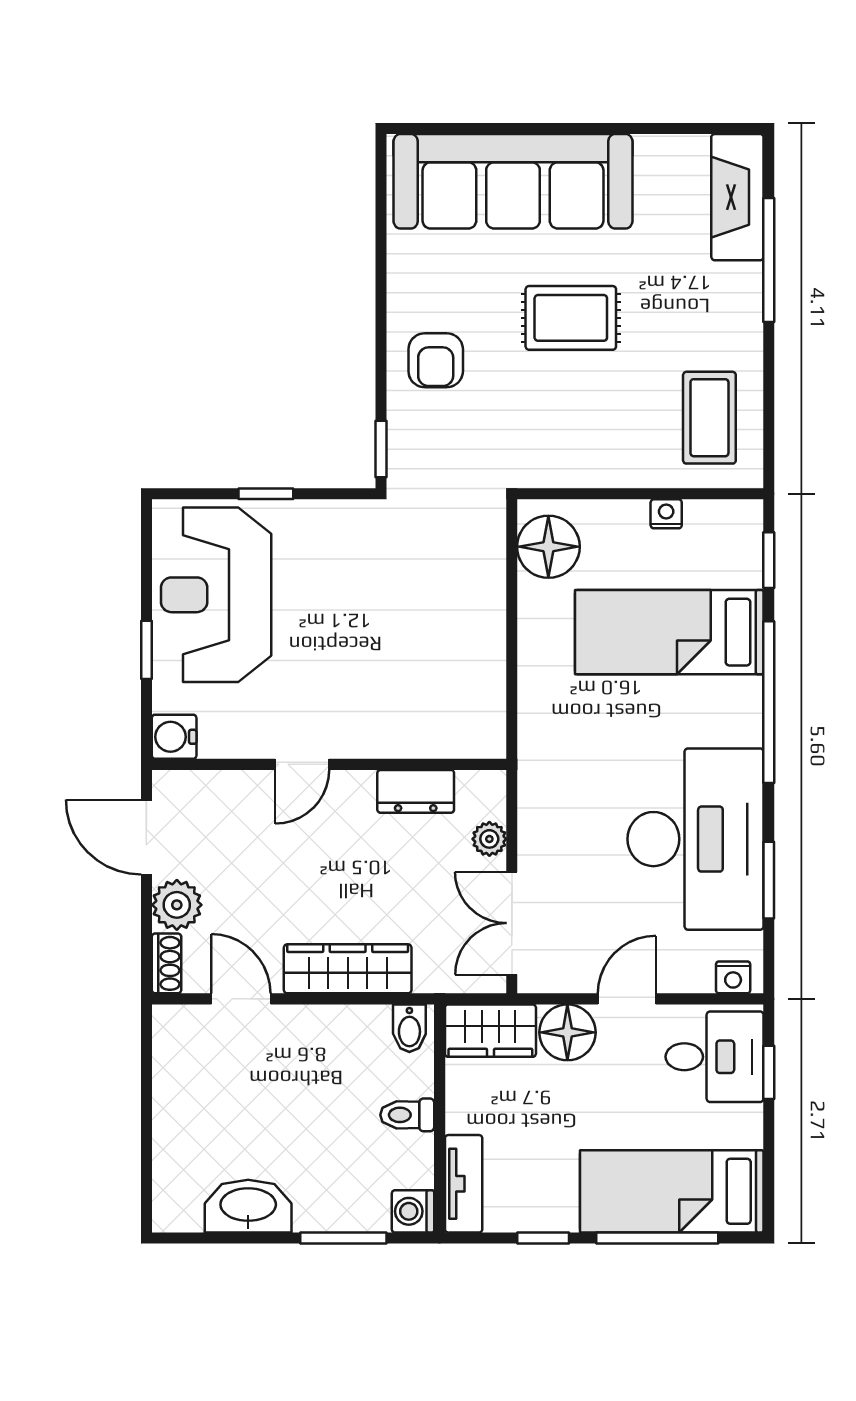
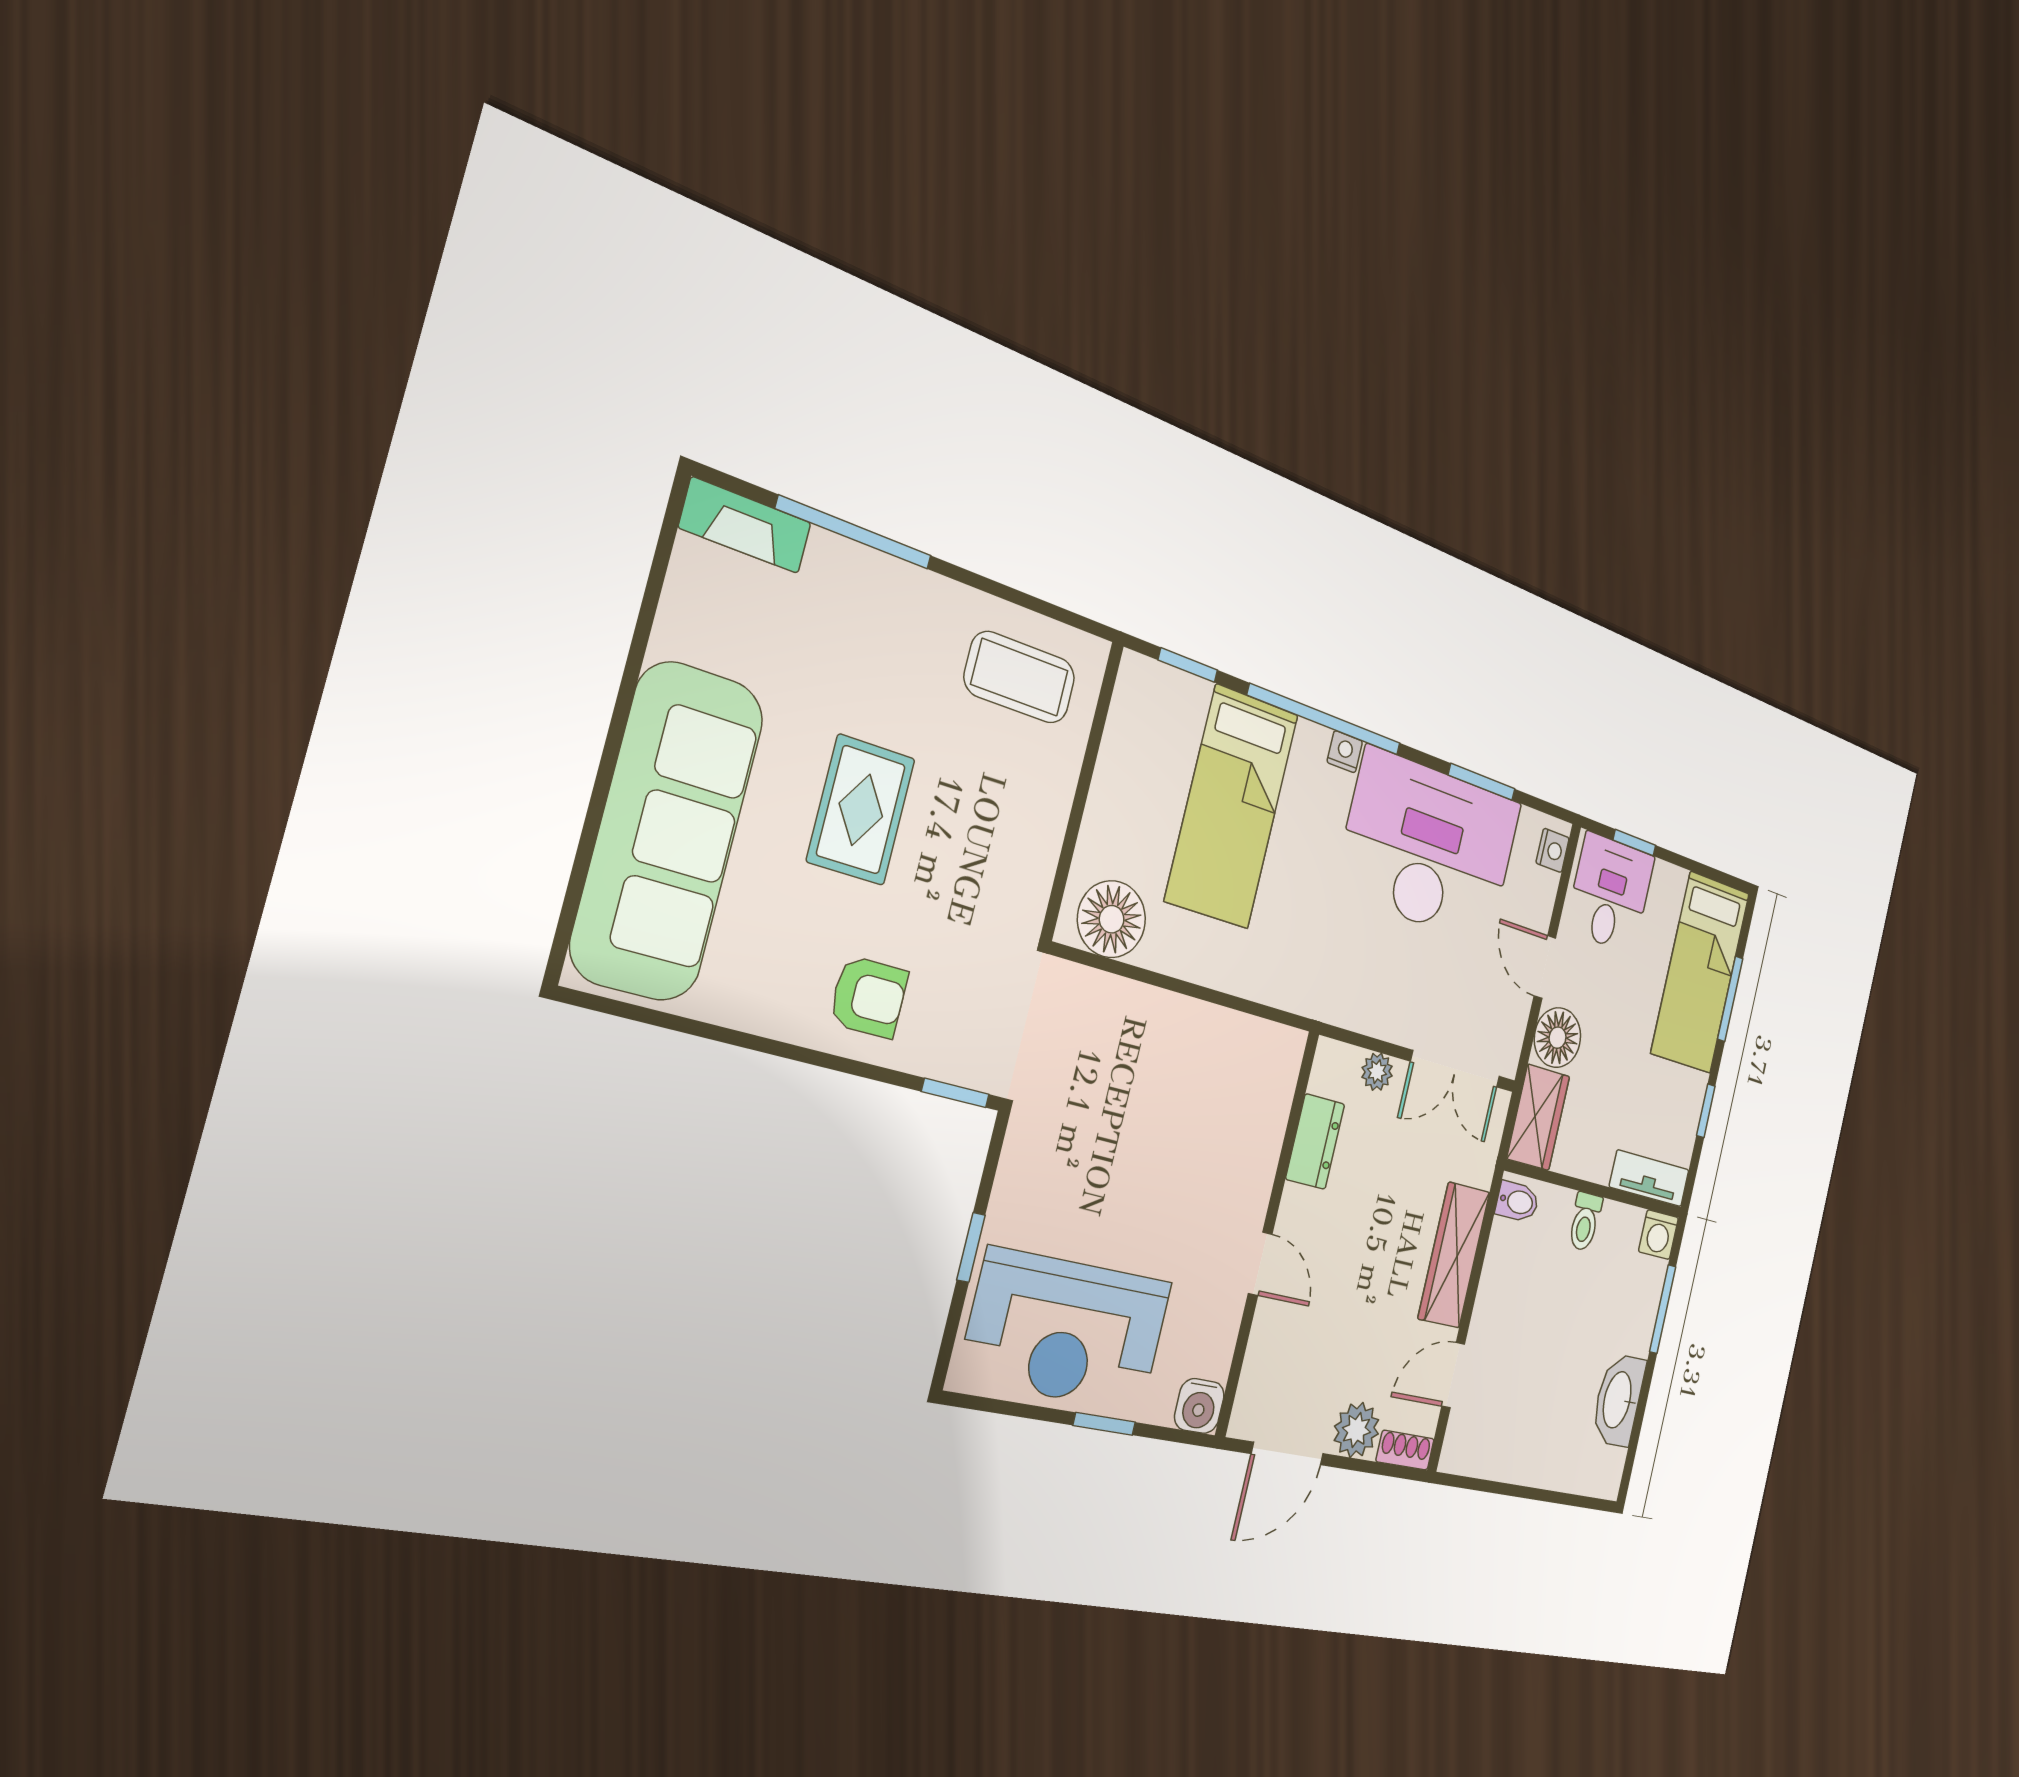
fireplace: (737, 197) -> (745, 525), width x0.73, depth x0.76
nightstand: (666, 514) -> (1345, 752), moved, turned 90
window: (657, 1238) -> (1730, 999), width x0.69

